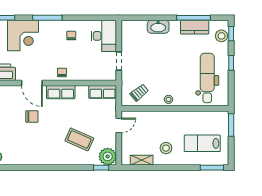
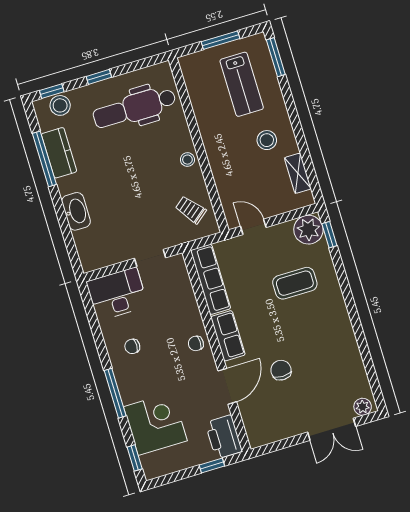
row of seats: (103, 92) -> (211, 279), width x1.48
window: (231, 125) -> (221, 40), moved
coffee table: (79, 139) -> (295, 283), turned 66

